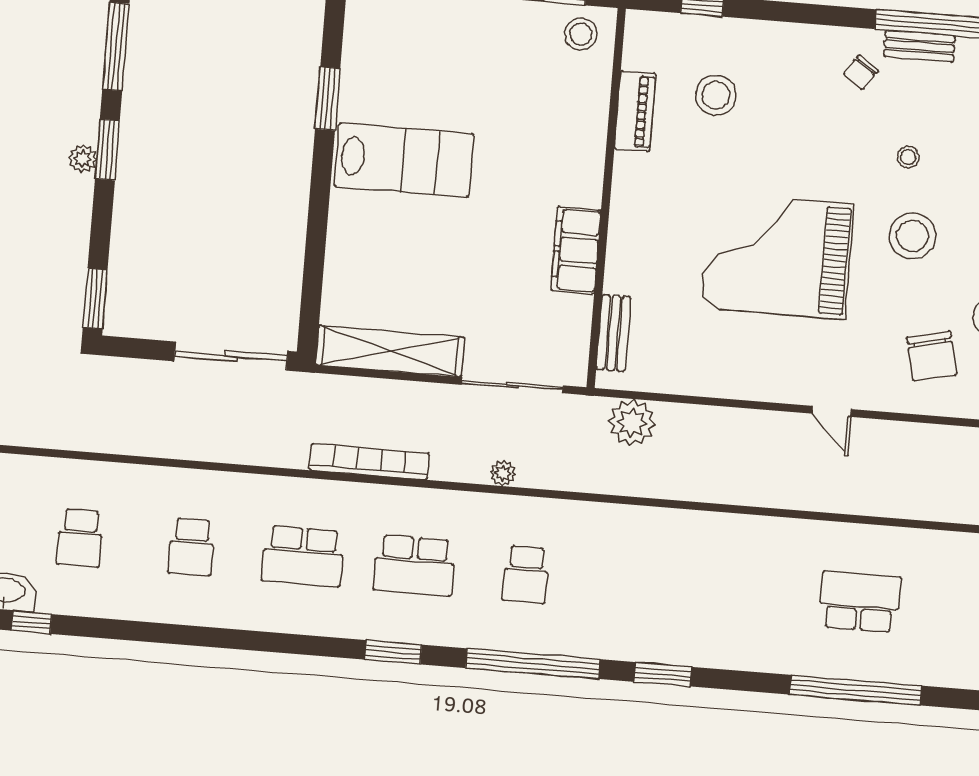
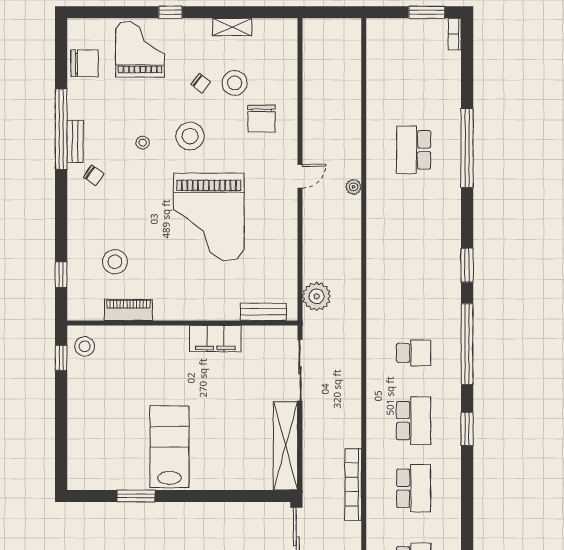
chair: (932, 356) -> (261, 119), turned 103
bookcase: (369, 462) -> (353, 485), moved
plant: (503, 473) -> (354, 187), moved

